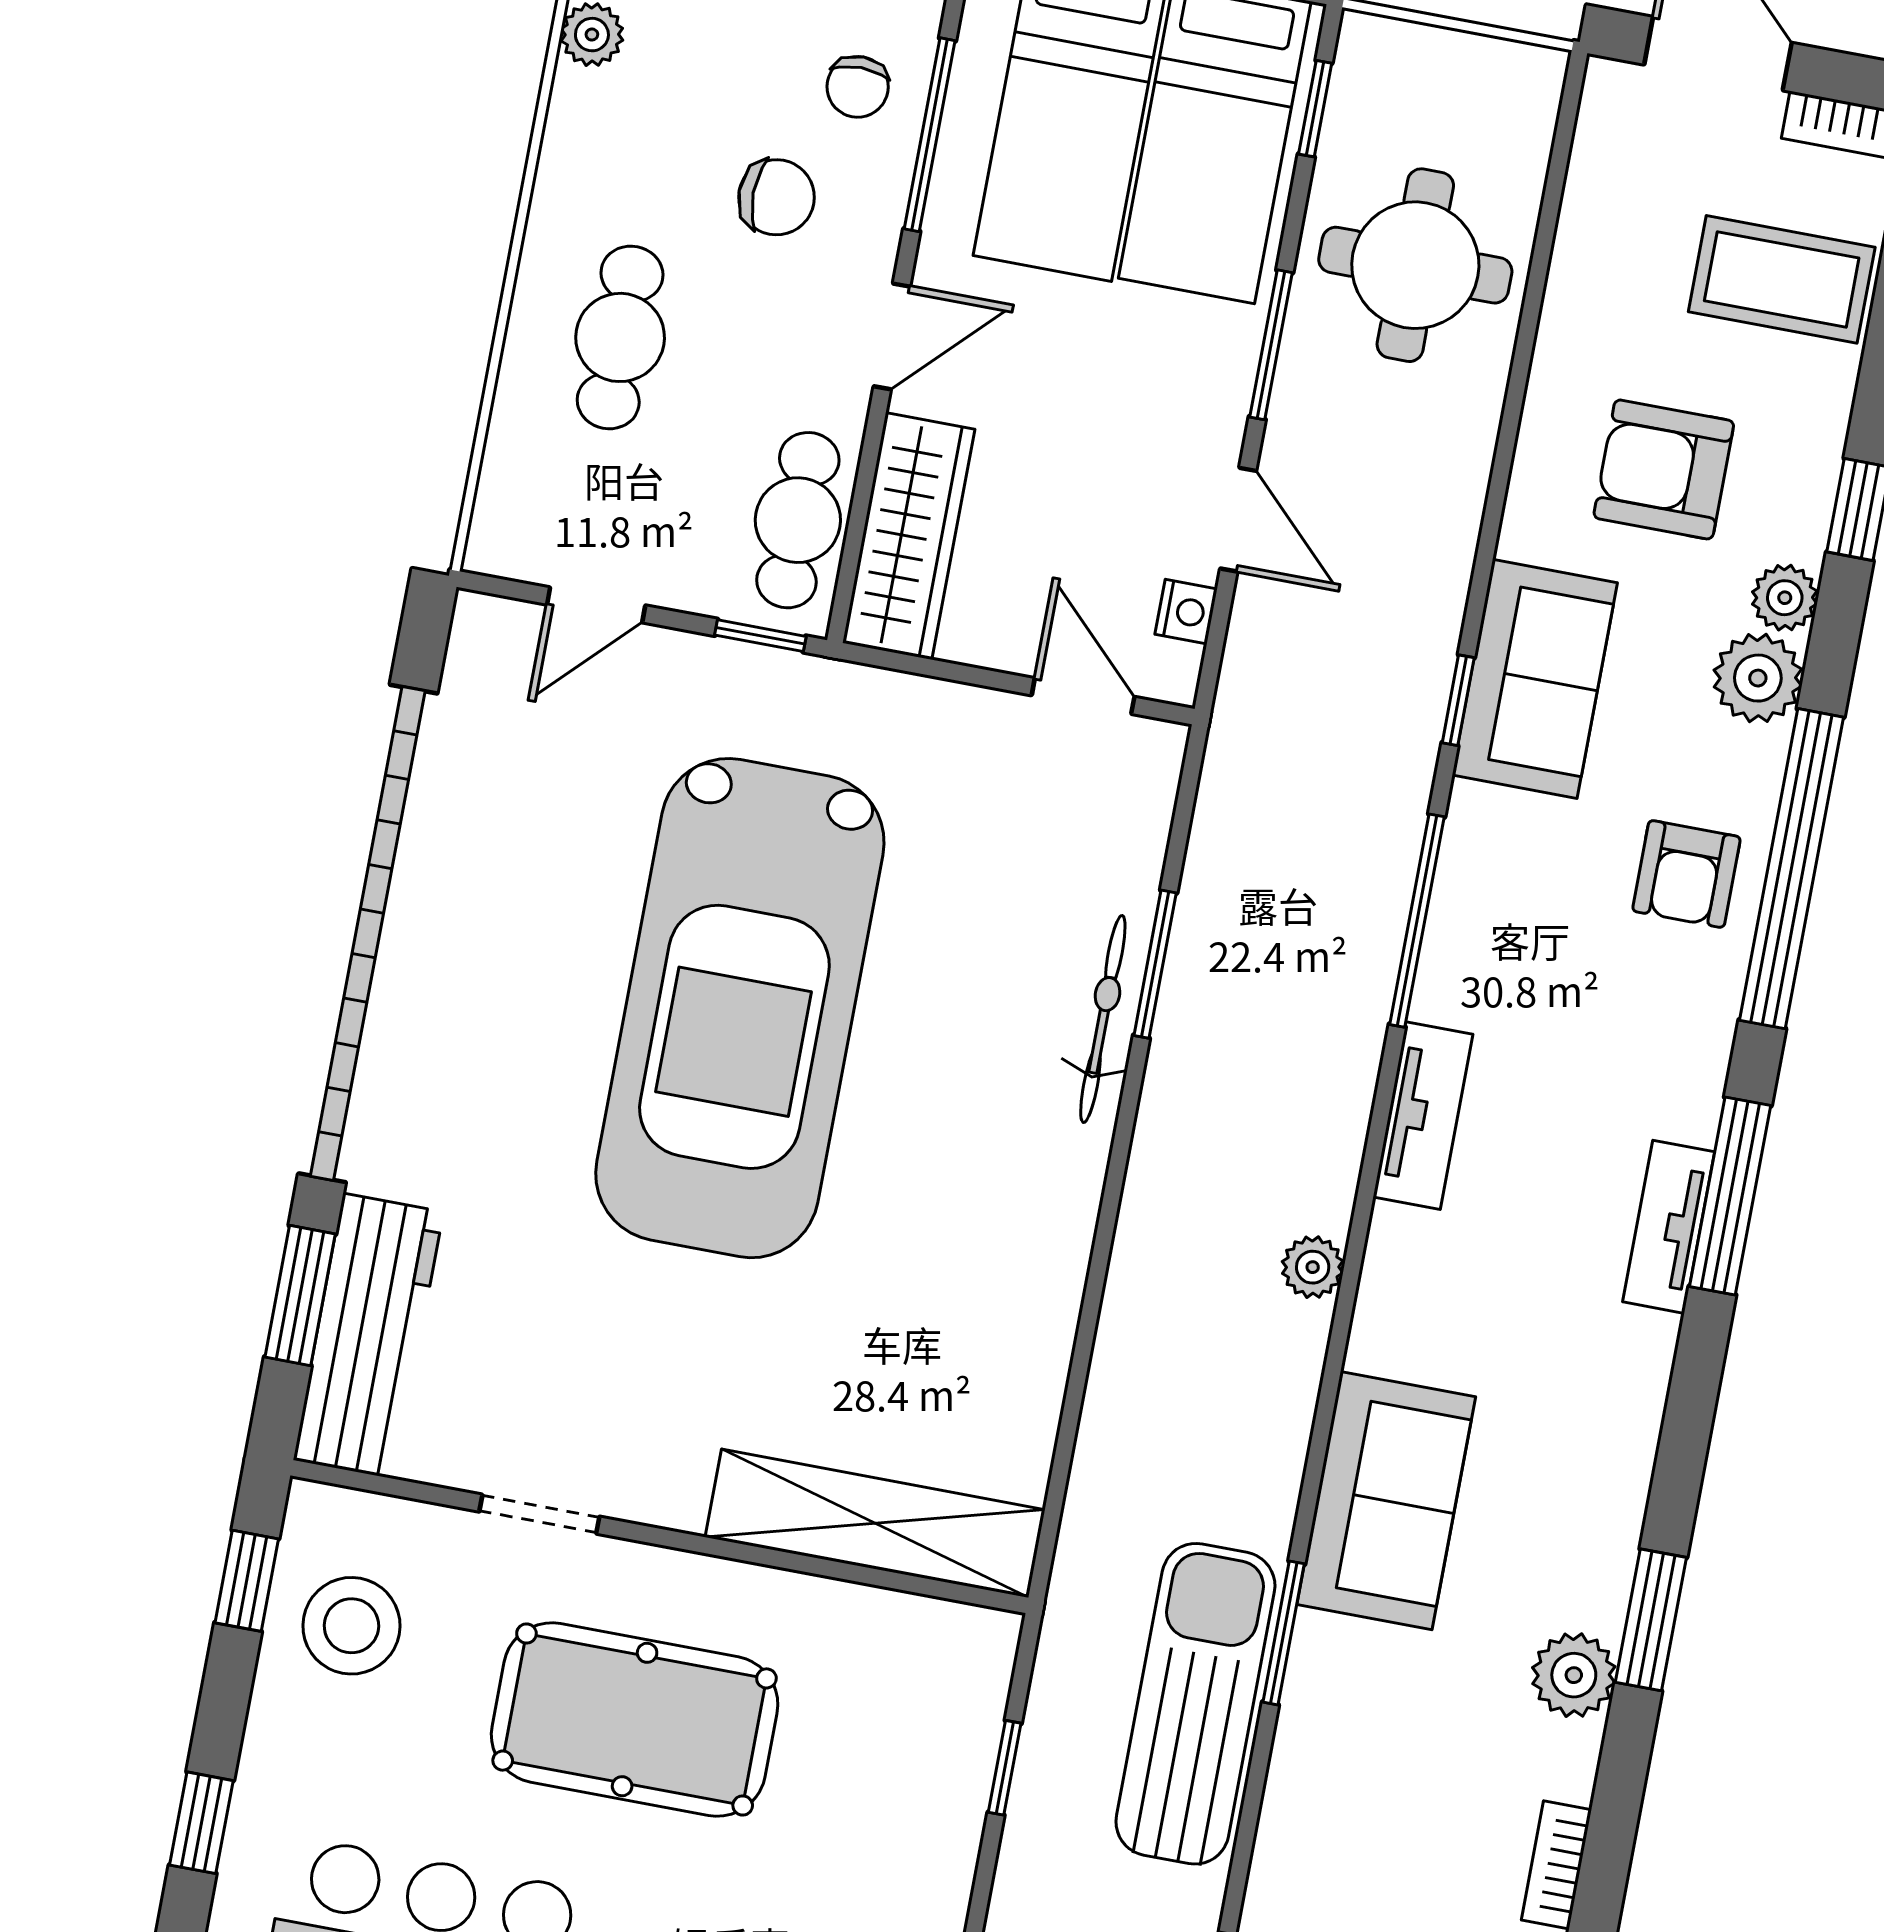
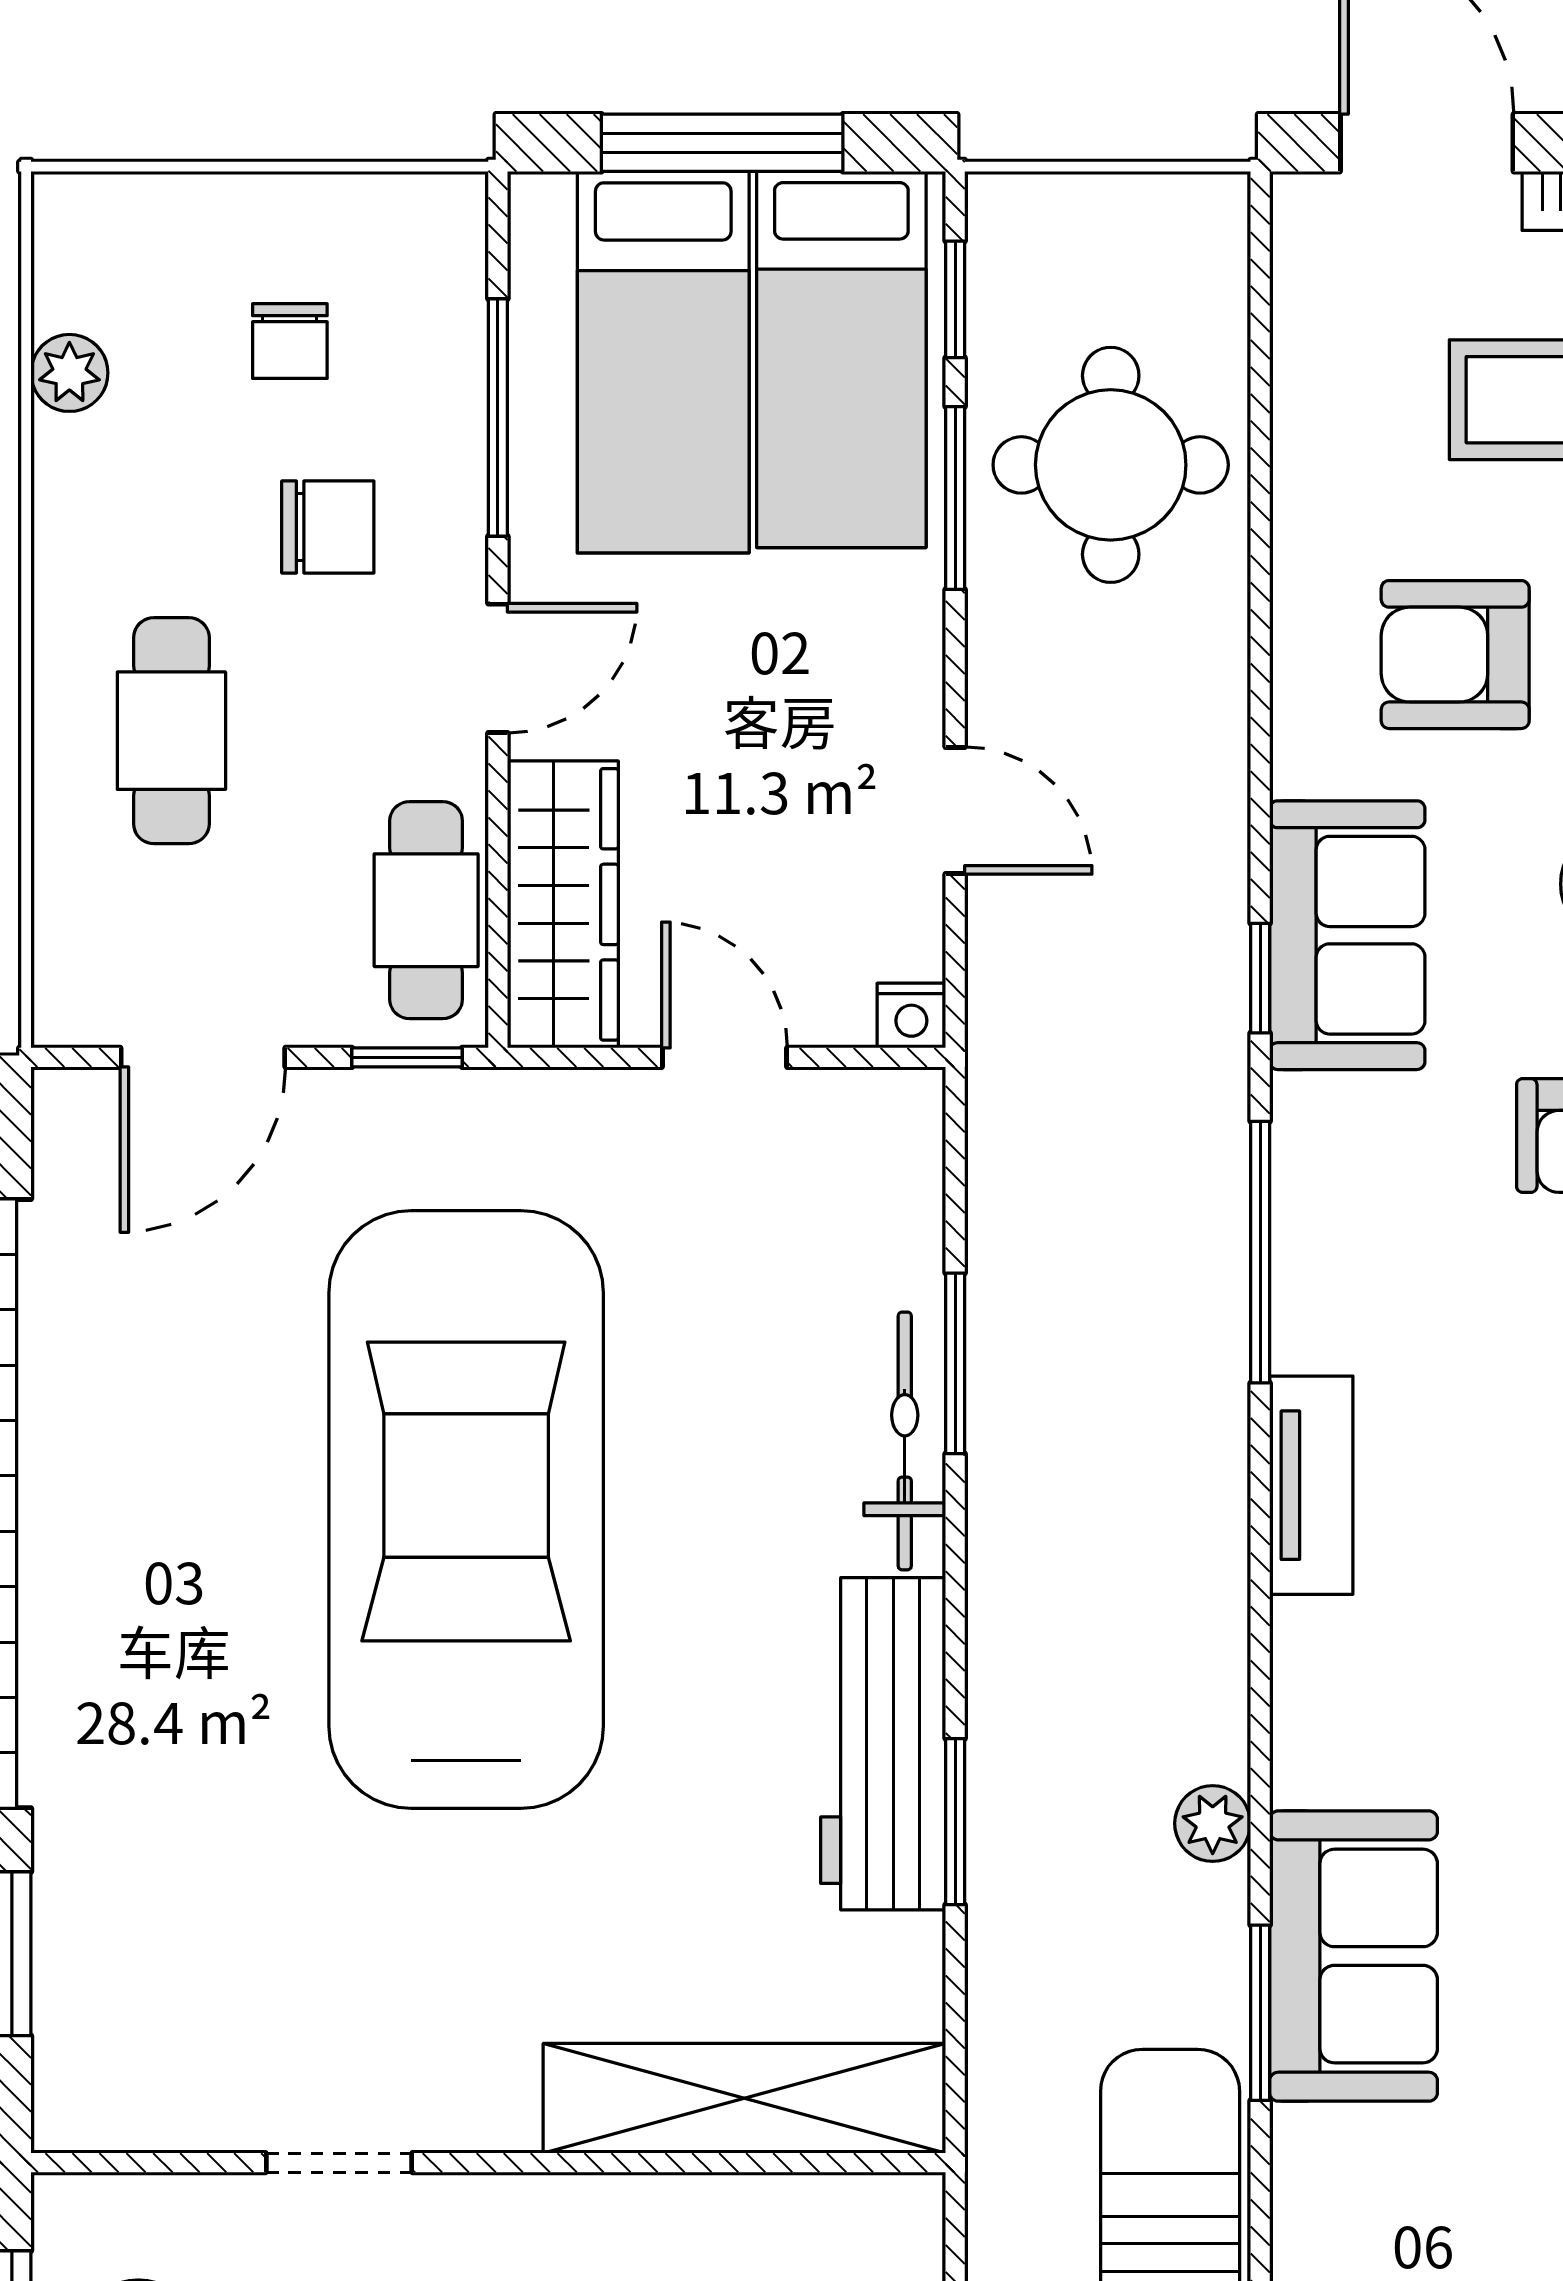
chair: (858, 87) -> (290, 341), moved
window: (1271, 345) -> (955, 498), moved
door: (596, 605) -> (203, 1057), width x1.38
nightstand: (1186, 612) -> (911, 1016), moved, turned 90
door: (1083, 696) -> (724, 1057), moved
car: (740, 1008) -> (466, 1509), turned 180
plant: (1313, 1267) -> (1213, 1824), moved
window: (1086, 1333) -> (955, 1822), added
workbench: (368, 1336) -> (883, 1744), moved, turned 180
window: (1284, 1633) -> (1260, 2013), moved

